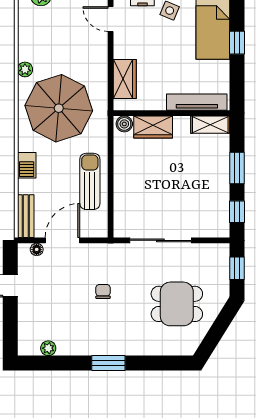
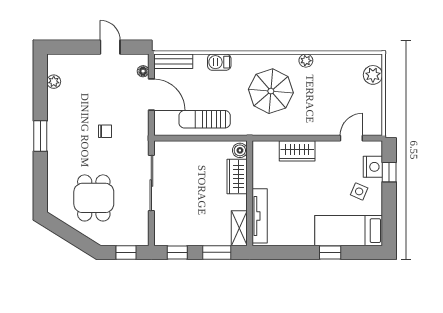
tv unit: (197, 102) -> (260, 216), moved
parasol: (59, 108) -> (271, 91), width x0.73, depth x0.73
wall: (172, 113) -> (250, 193), moved
boiler: (124, 124) -> (240, 150), moved
shelving: (210, 125) -> (239, 228), moved
wardrobe: (153, 127) -> (237, 176), moved
sun lounger: (90, 181) -> (205, 119), turned 180

